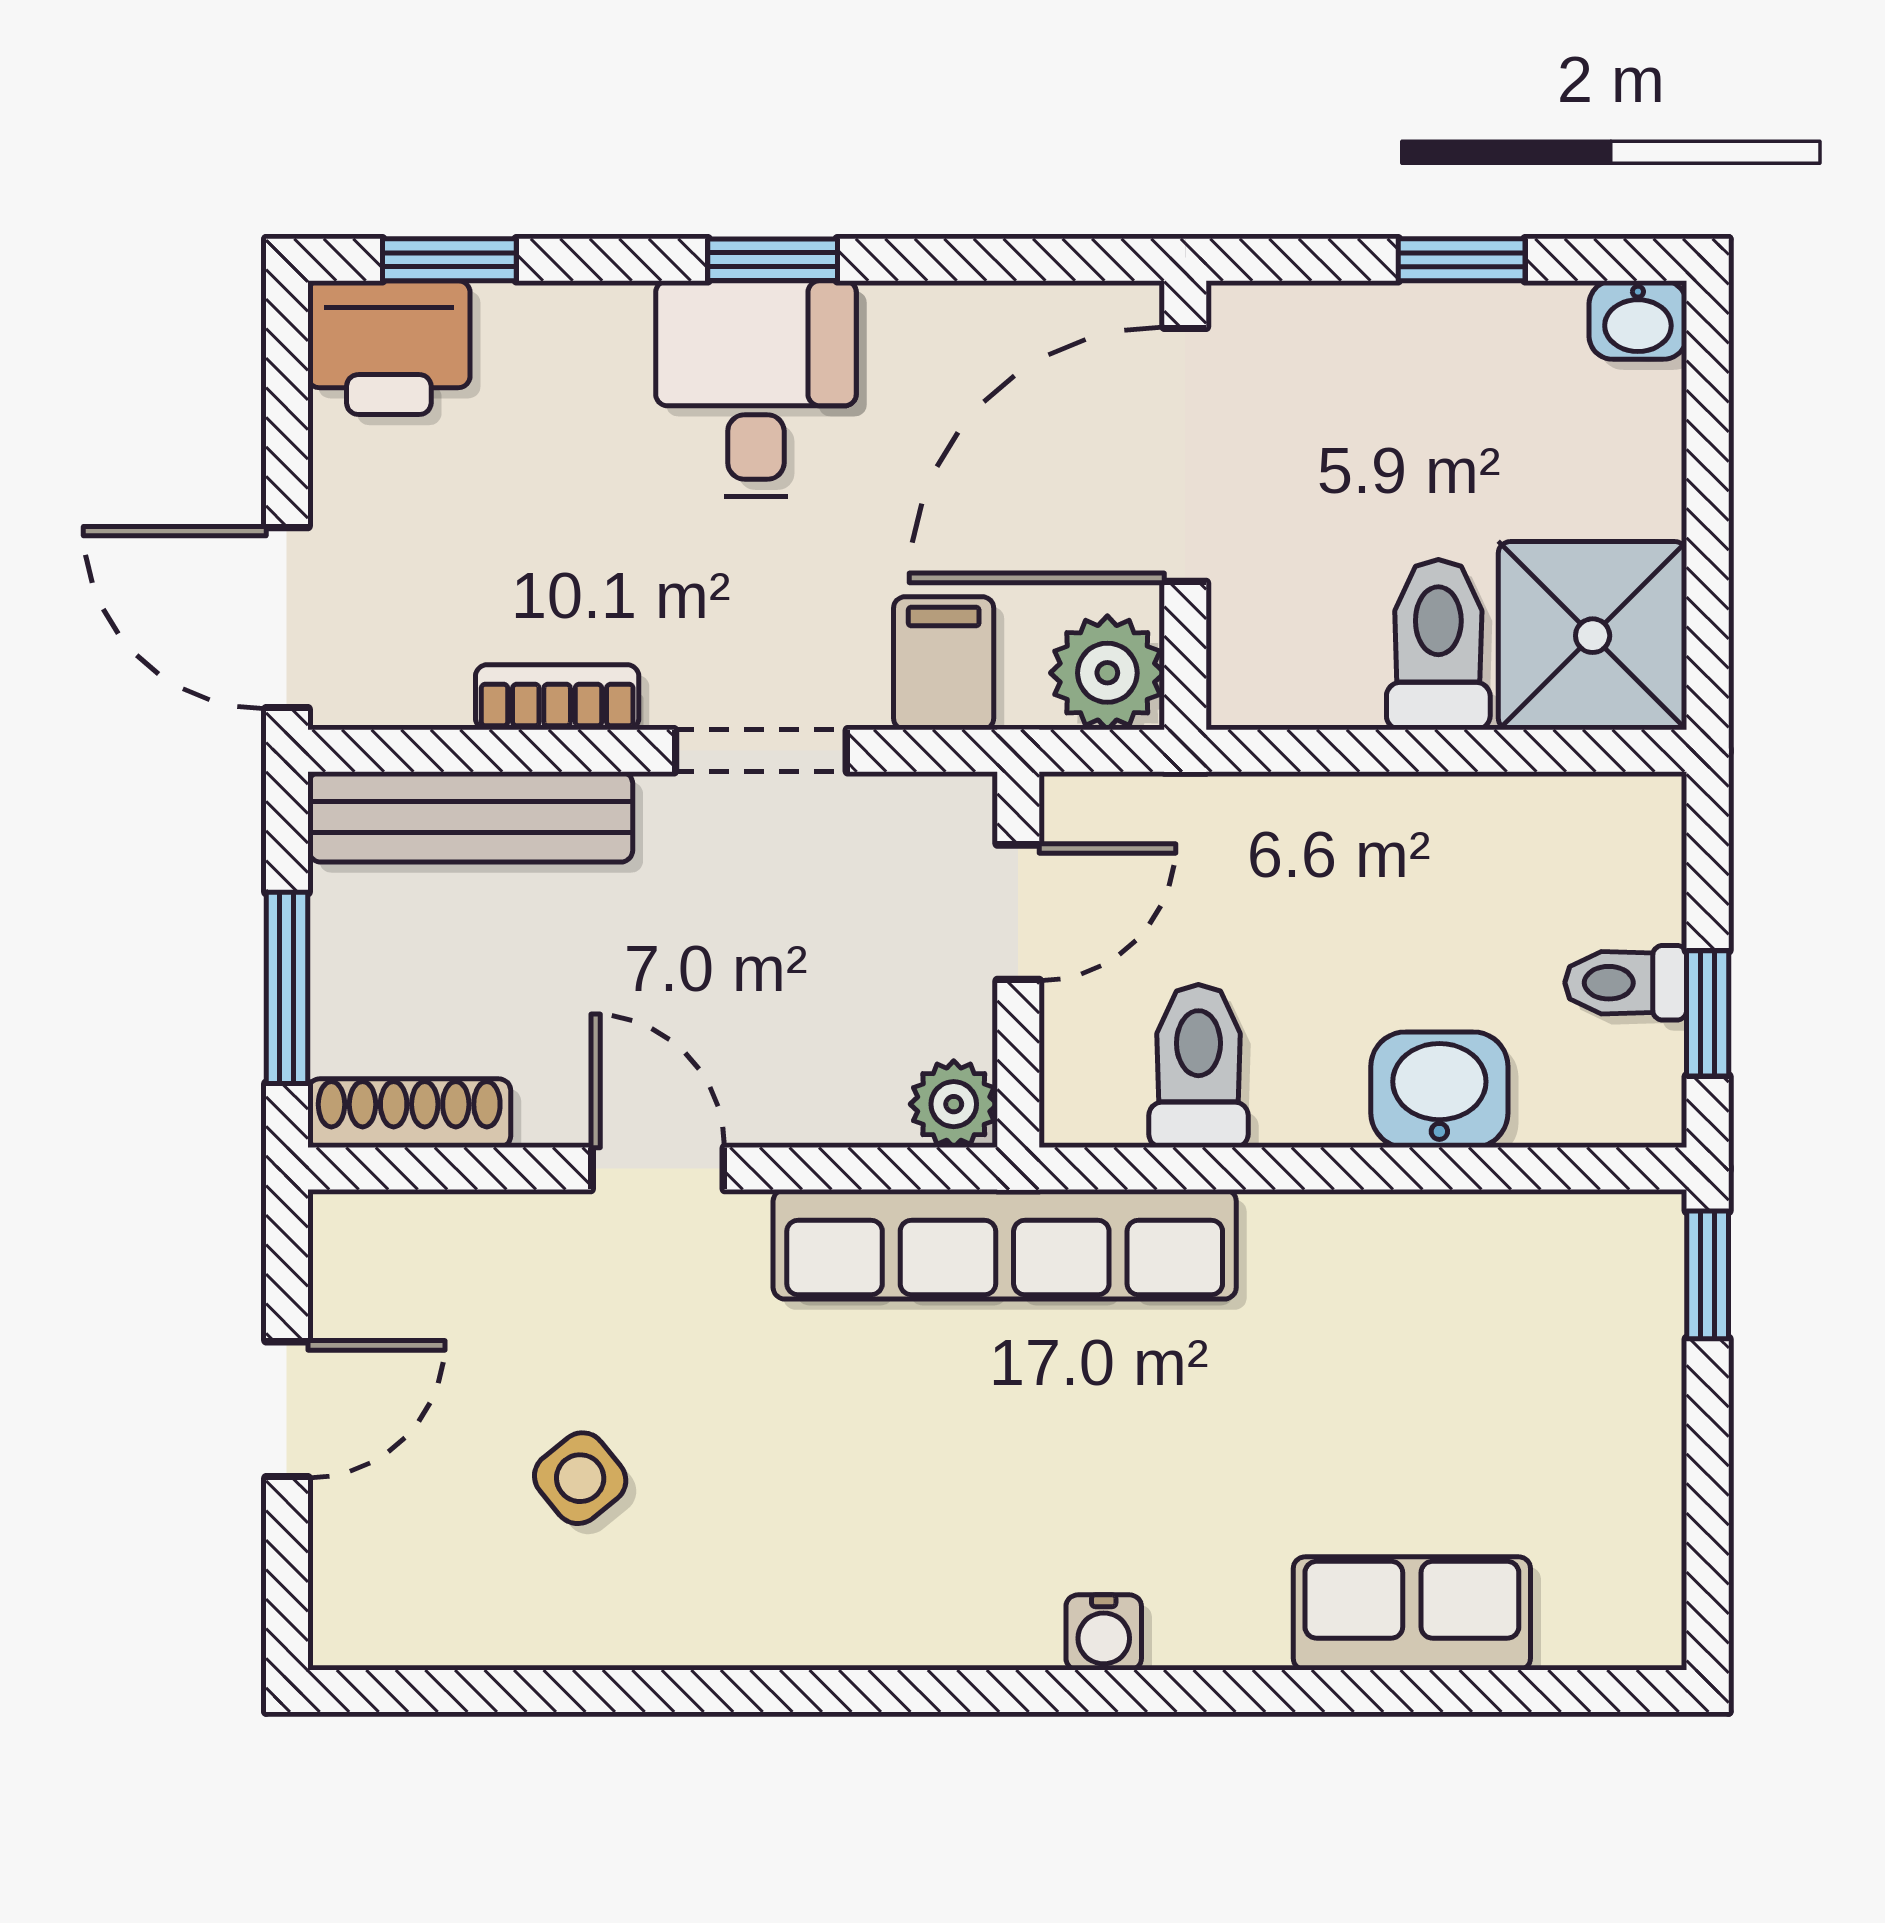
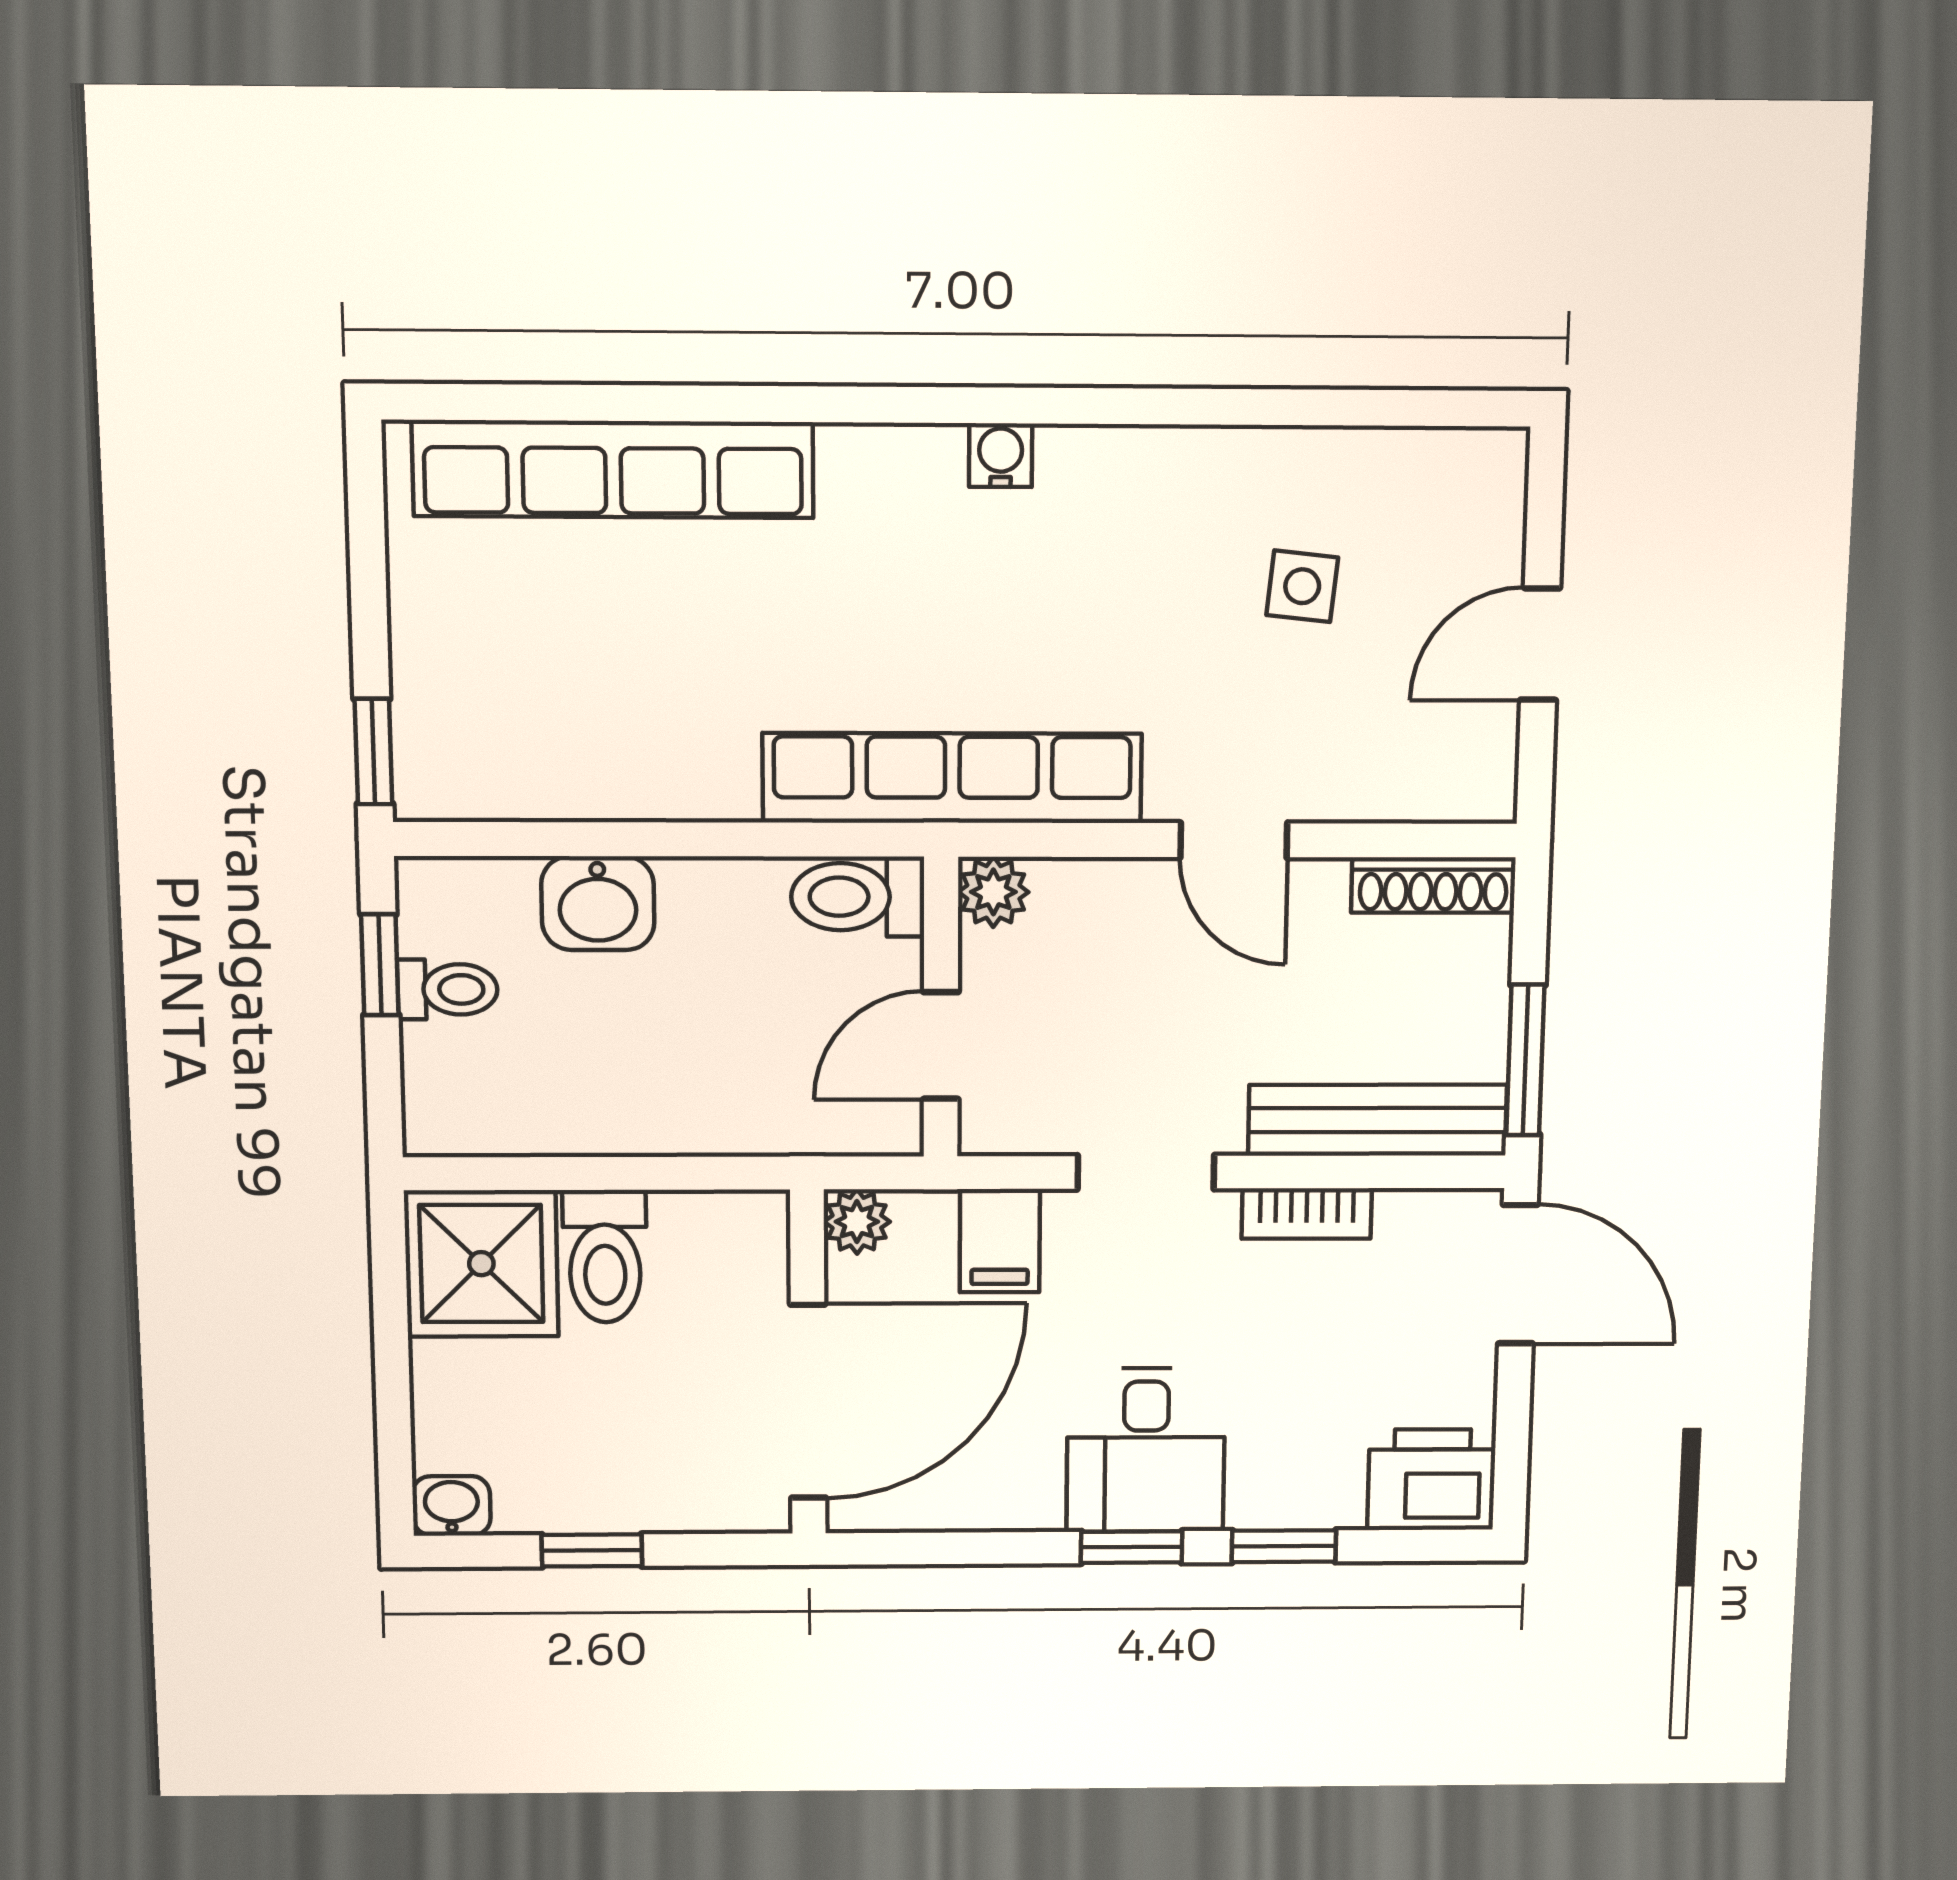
window: (449, 260) -> (1284, 1546), moved
plant: (1107, 673) -> (857, 1222), width x0.73, depth x0.73
window: (287, 988) -> (1525, 1060), moved
toilet: (1198, 1066) -> (858, 897), moved, turned 90
side table: (580, 1478) -> (1302, 586), turned 45
row of seats: (1412, 1613) -> (613, 469), width x2.02
water cooler: (1104, 1632) -> (1001, 455), moved

